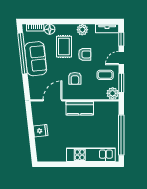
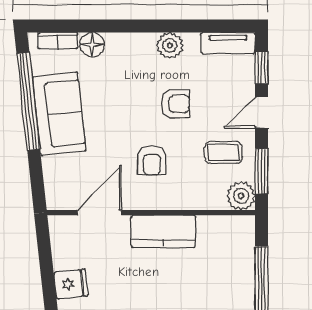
rug: (64, 47) -> (126, 85), removed

